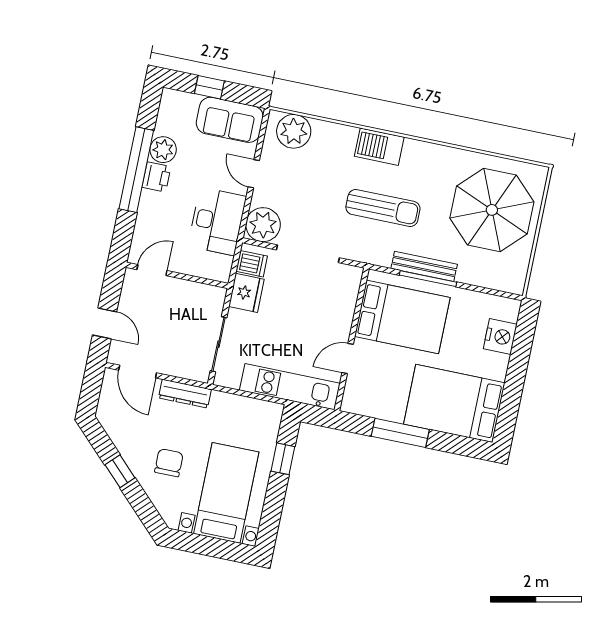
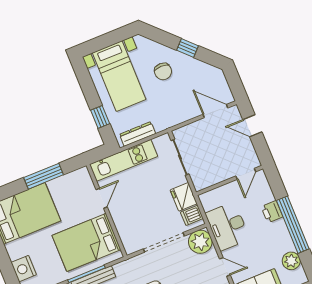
plant: (163, 150) -> (291, 261), moved
printer: (156, 177) -> (272, 212), moved
dresser: (185, 394) -> (138, 134), moved

